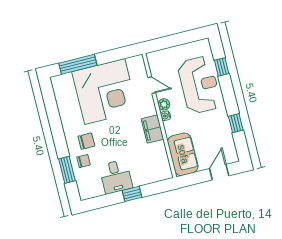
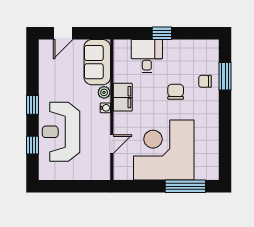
door: (152, 85) -> (112, 144), swing flipped
plant: (164, 104) -> (104, 92), moved
window: (236, 123) -> (32, 105), moved
chair: (86, 141) -> (176, 92), moved, turned 90
desk: (116, 177) -> (147, 56), moved

